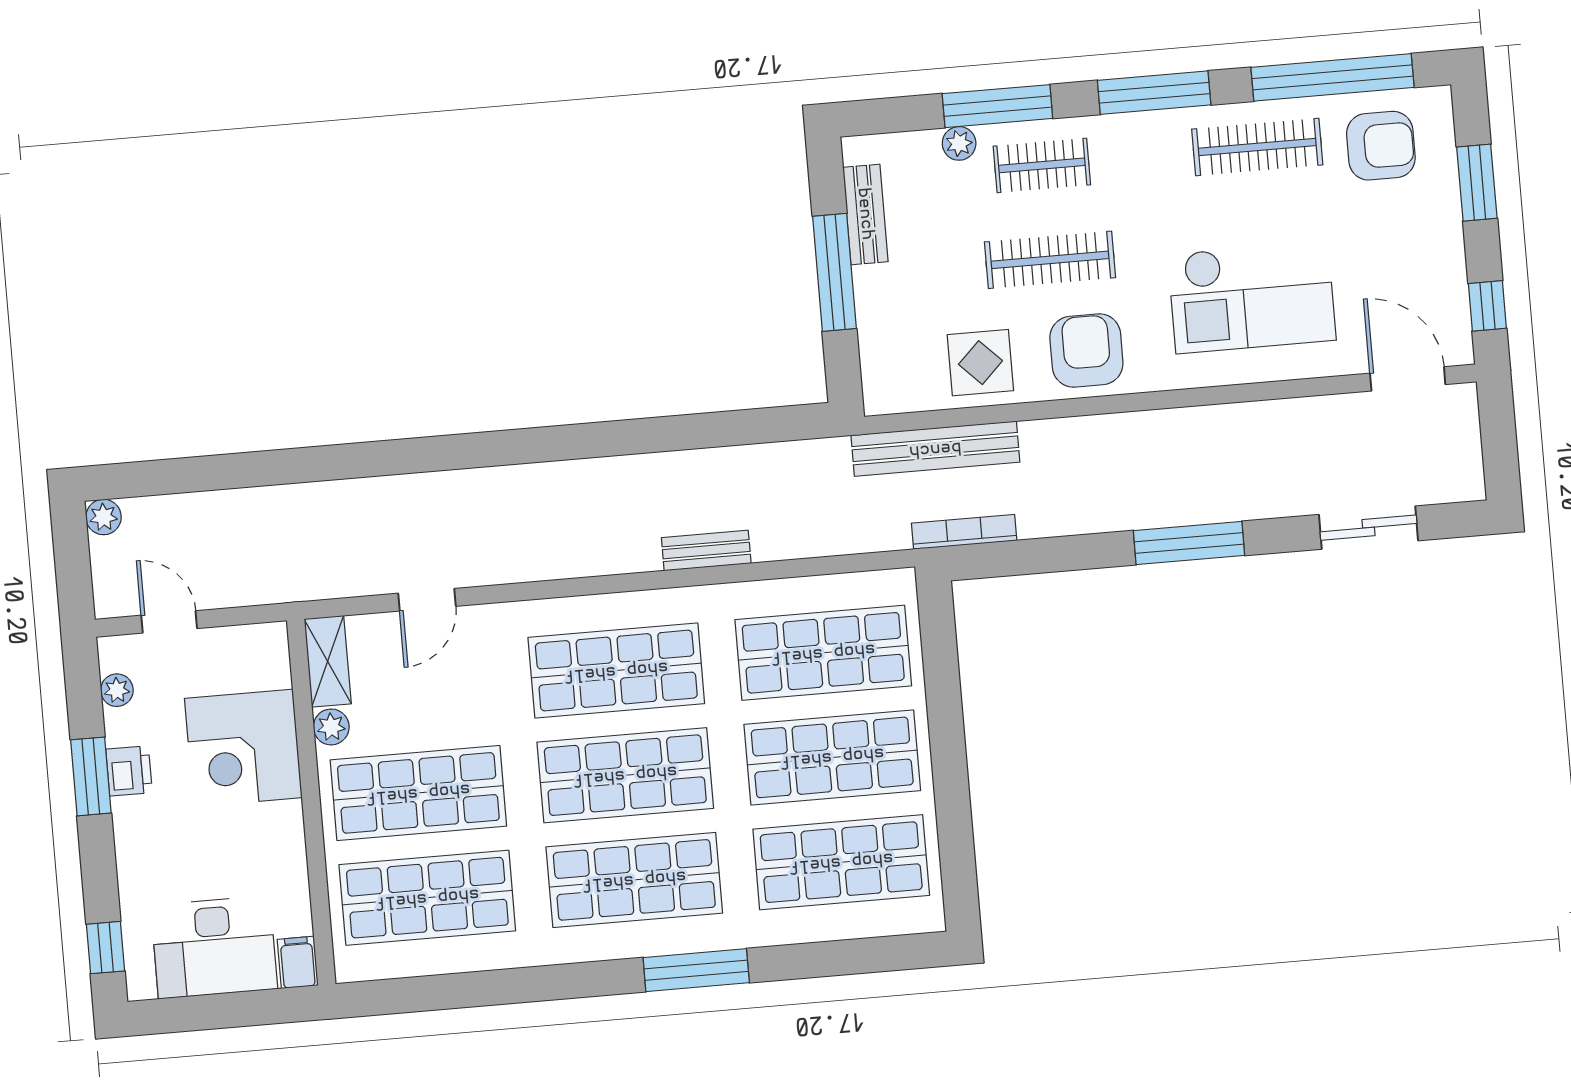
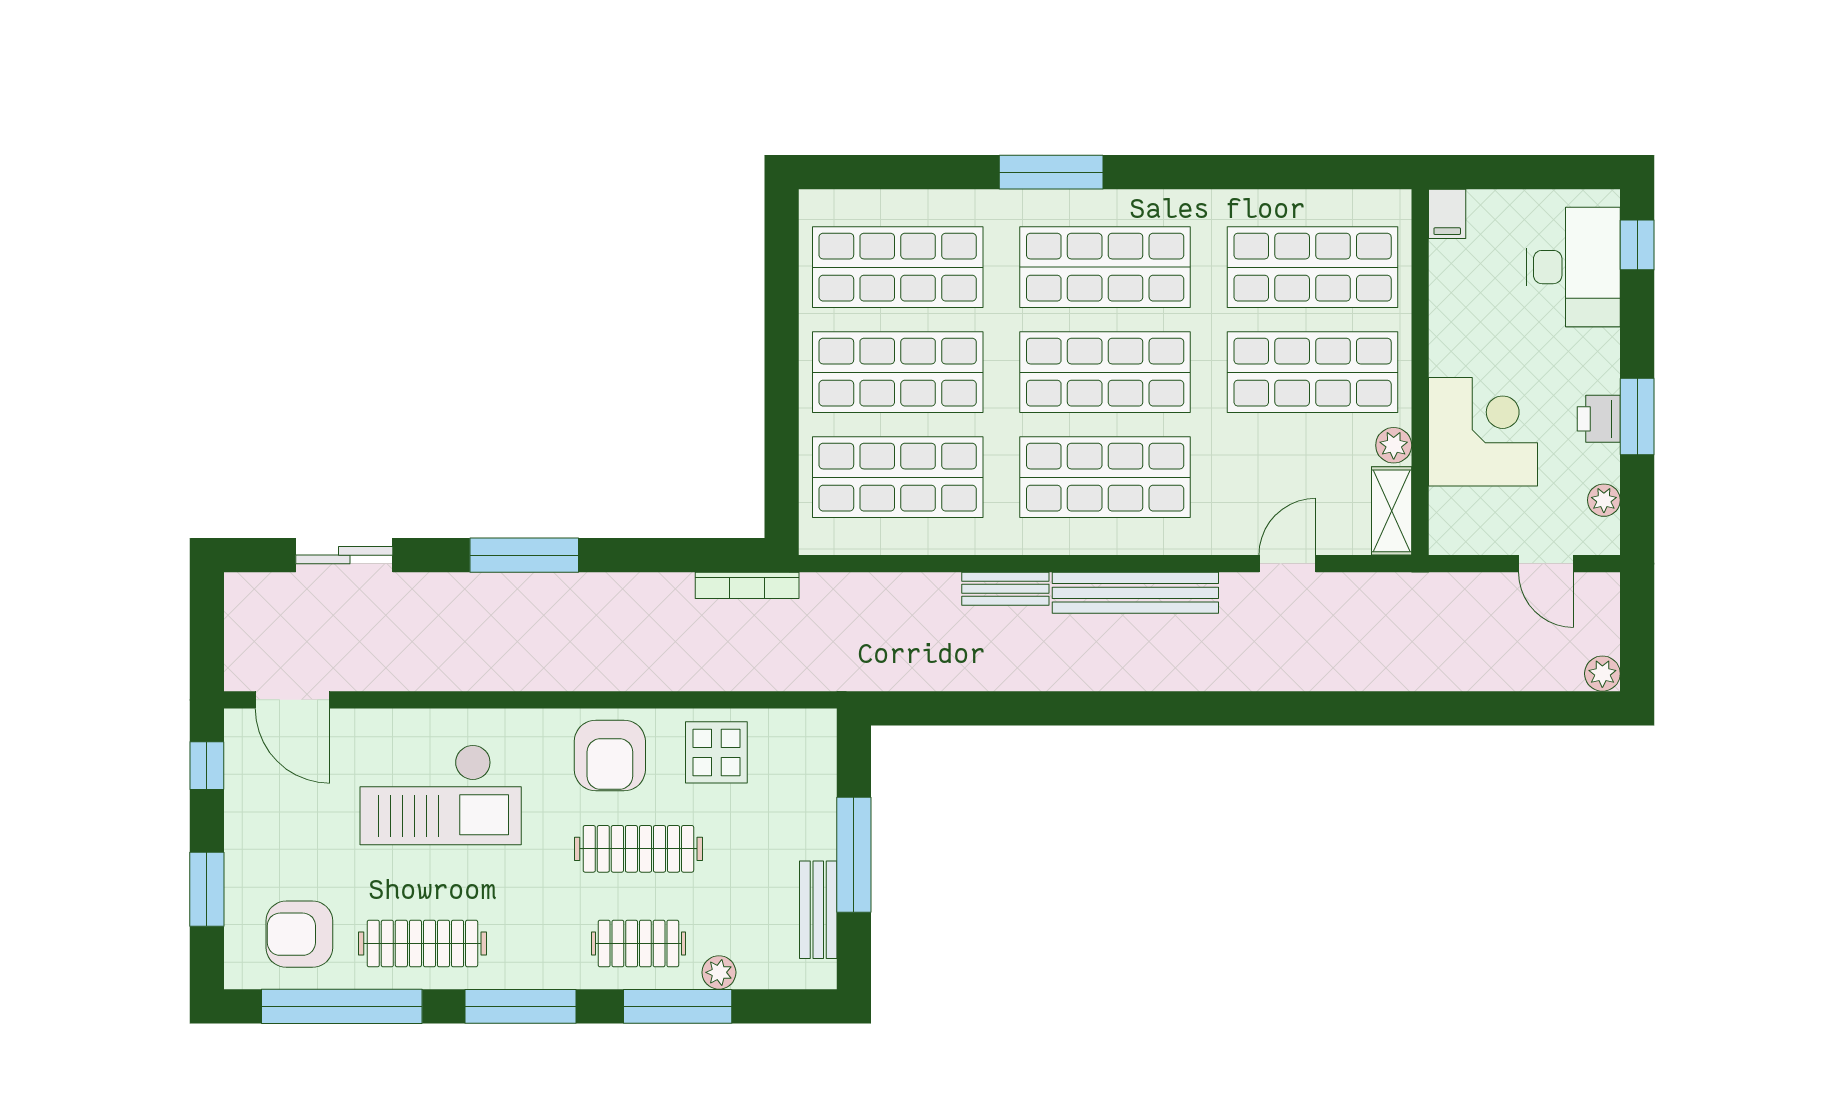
checkout: (1252, 297) -> (441, 795), turned 180
bench: (935, 449) -> (1135, 593), moved
desk: (214, 947) -> (1573, 267), moved, turned 90

